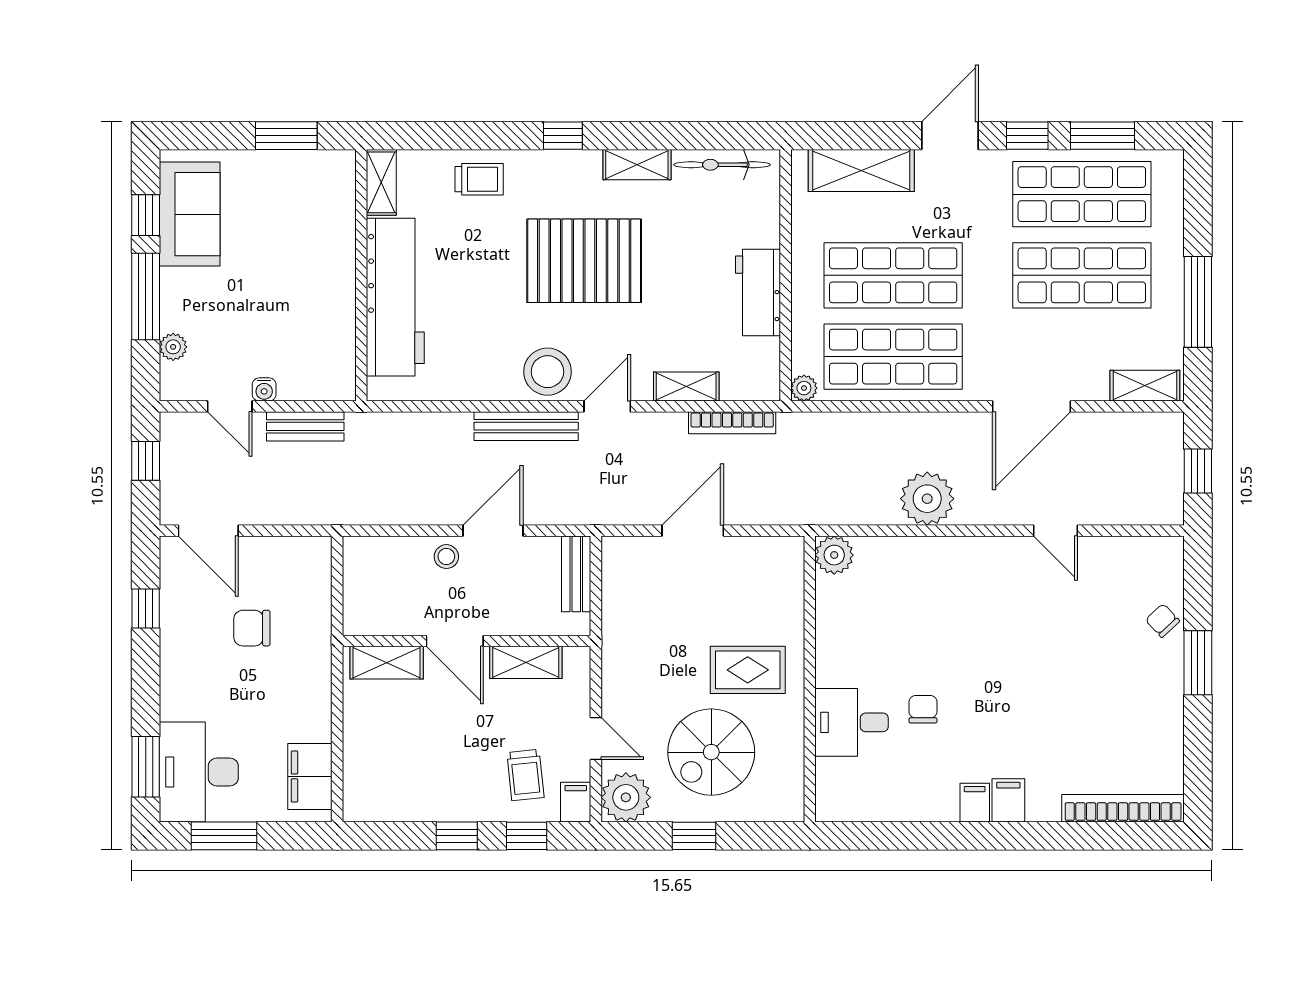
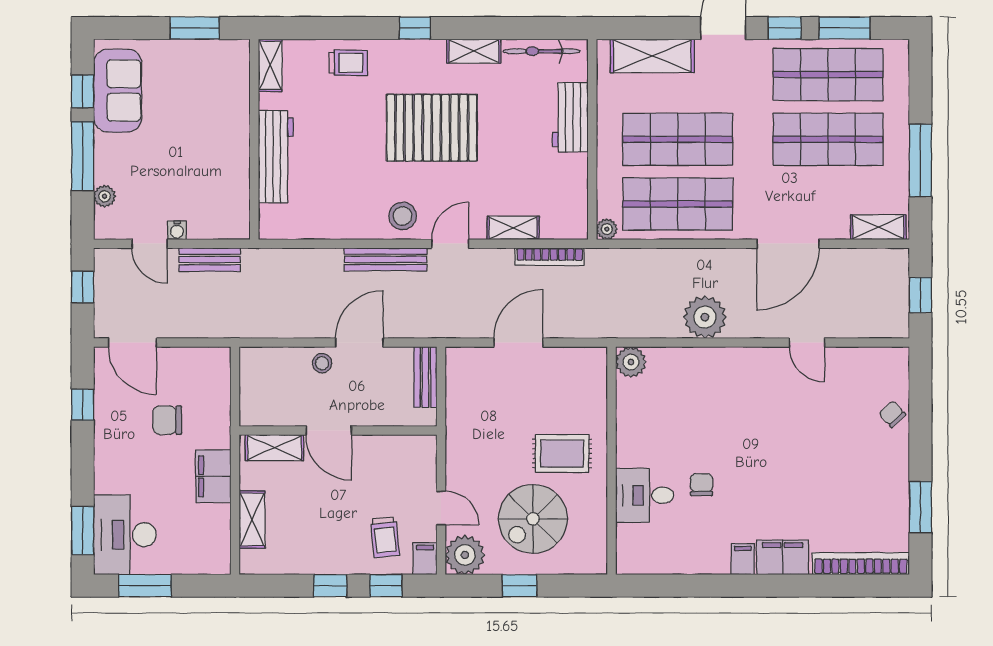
workbench: (758, 293) -> (570, 117), moved
workbench: (395, 297) -> (276, 157), width x0.73, depth x0.76
stool: (548, 372) -> (403, 216), width x0.73, depth x0.73
shelving: (526, 662) -> (252, 519), moved, turned 90
window: (1198, 663) -> (920, 507), moved
filing cabinet: (310, 776) -> (213, 476), moved
filing cabinet: (1008, 800) -> (783, 557), width x2.00

